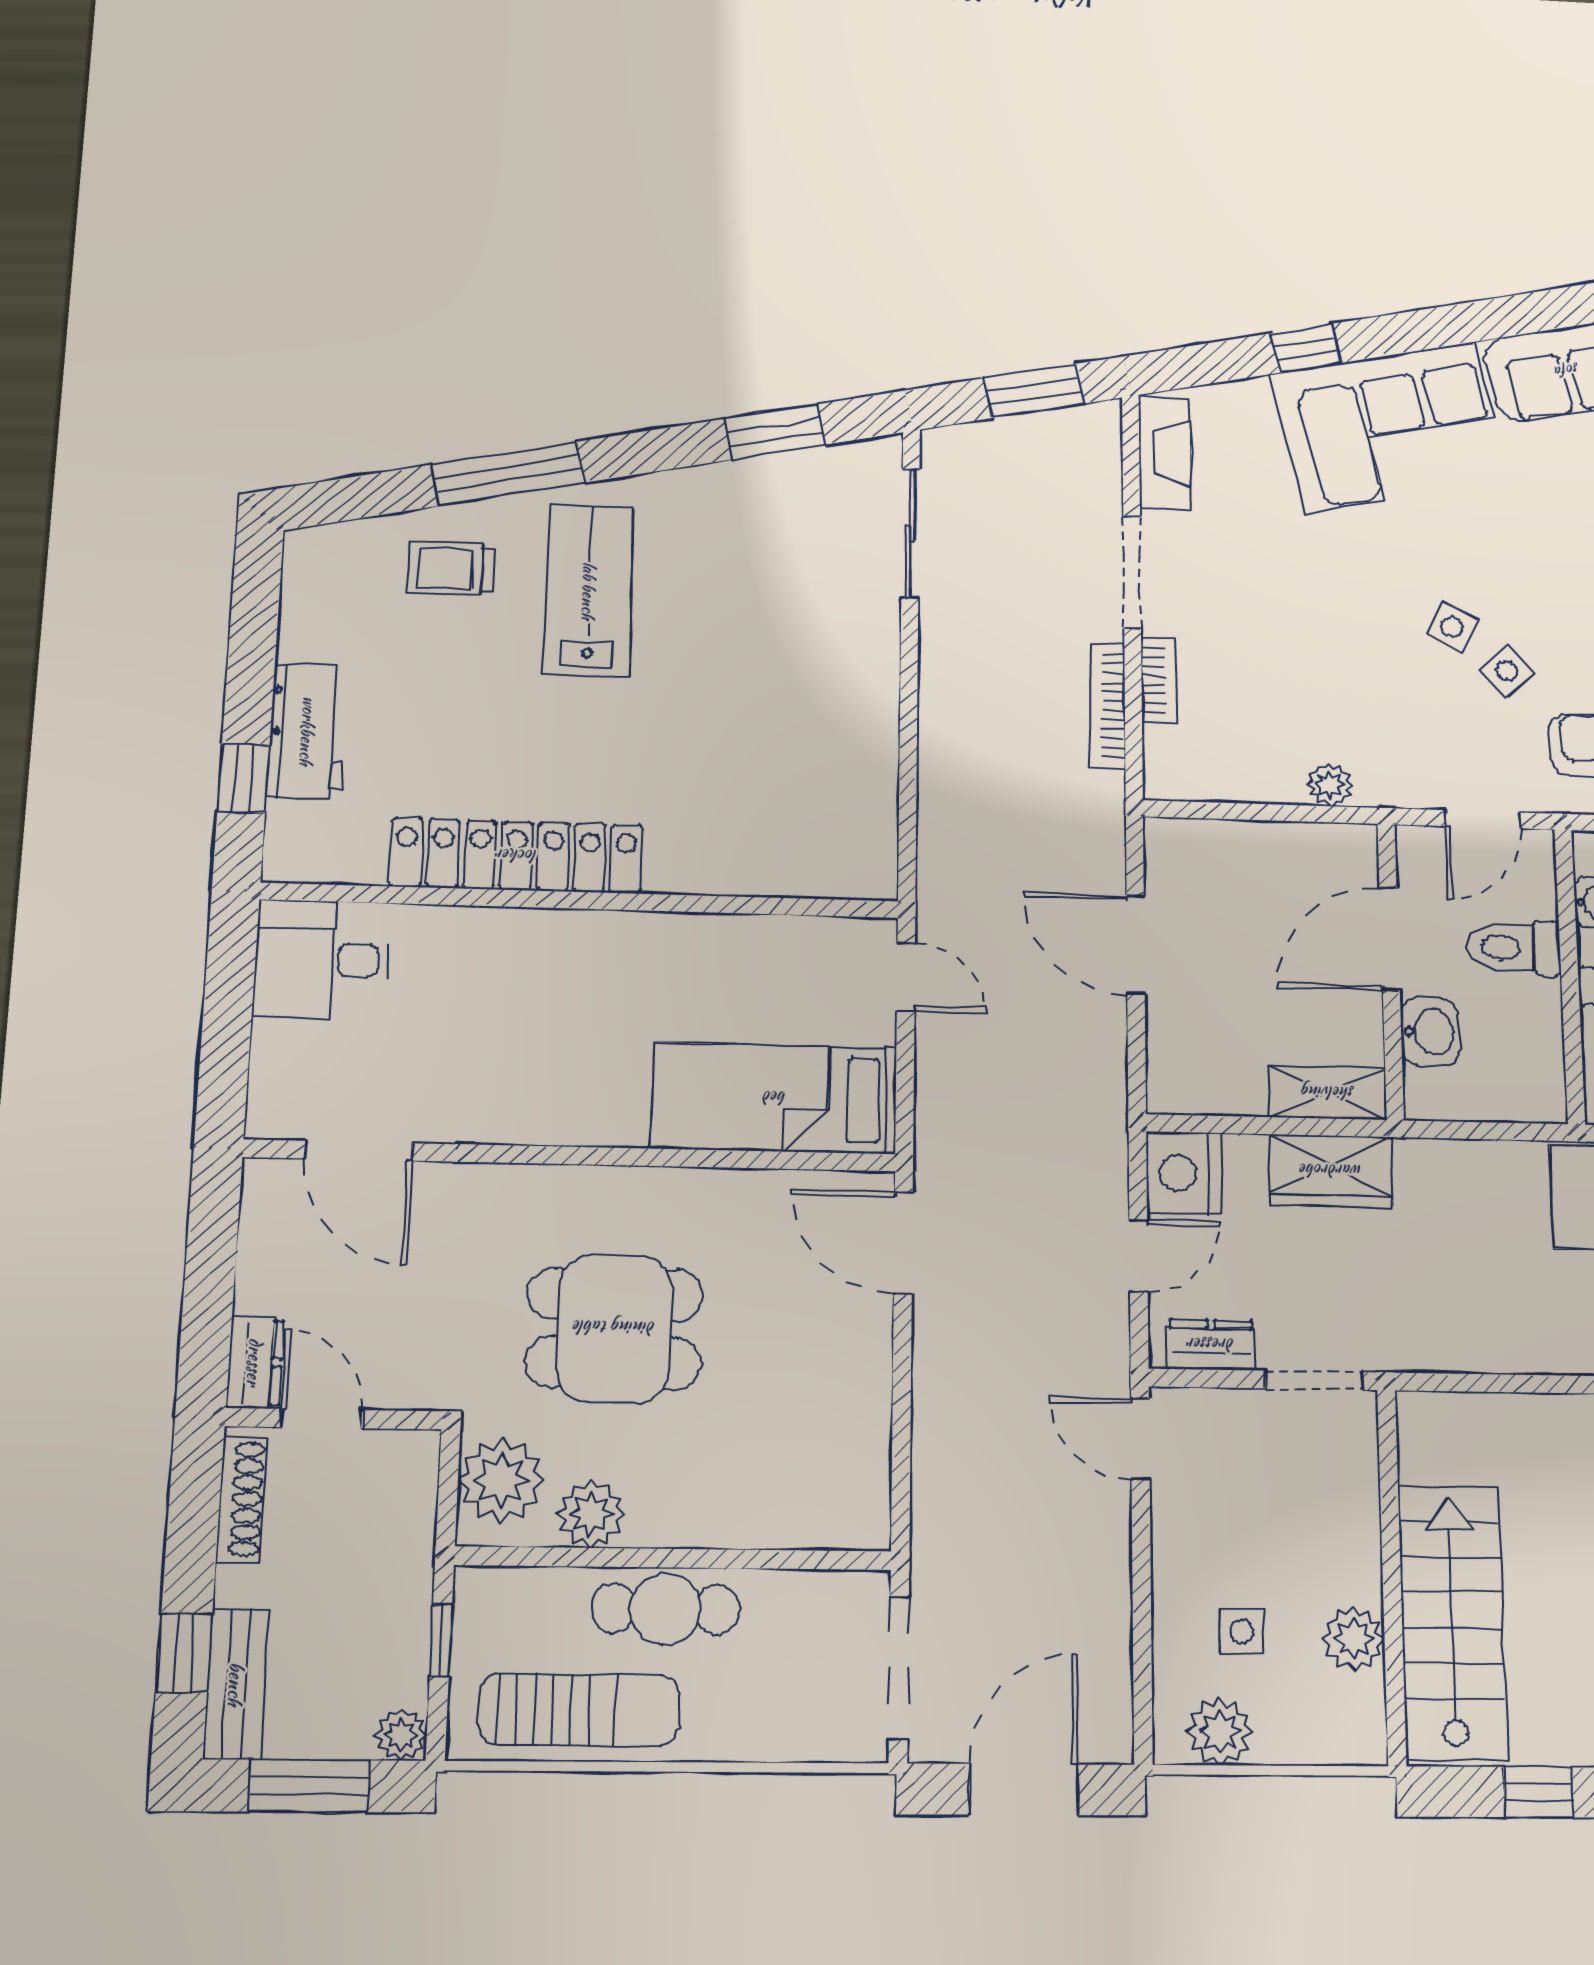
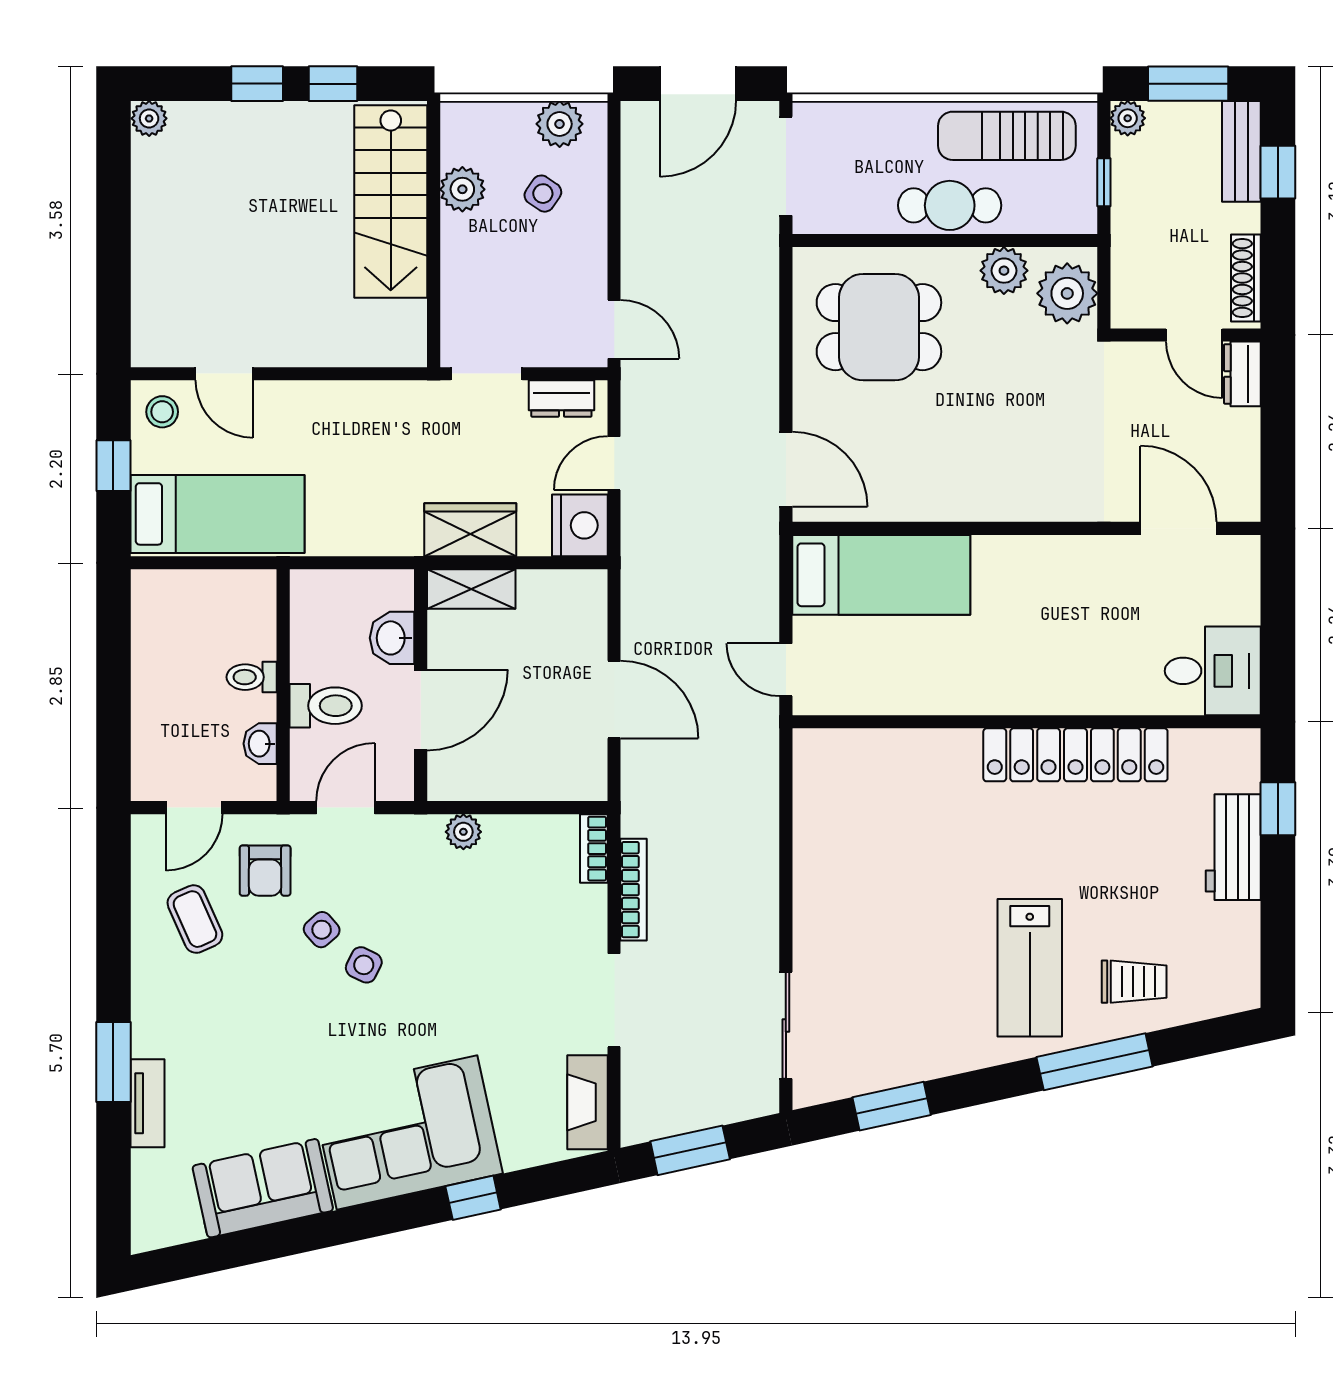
bookcase: (1159, 681) -> (594, 849), moved
dining table: (614, 1328) -> (879, 327), moved
side table: (1242, 1631) -> (543, 194), turned 34

